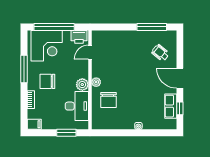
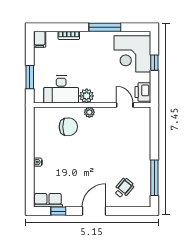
window: (54, 27) -> (154, 63), width x0.32
chair: (47, 81) -> (90, 55), removed
chair: (108, 100) -> (68, 127), turned 180
row of seats: (171, 106) -> (48, 200), moved

